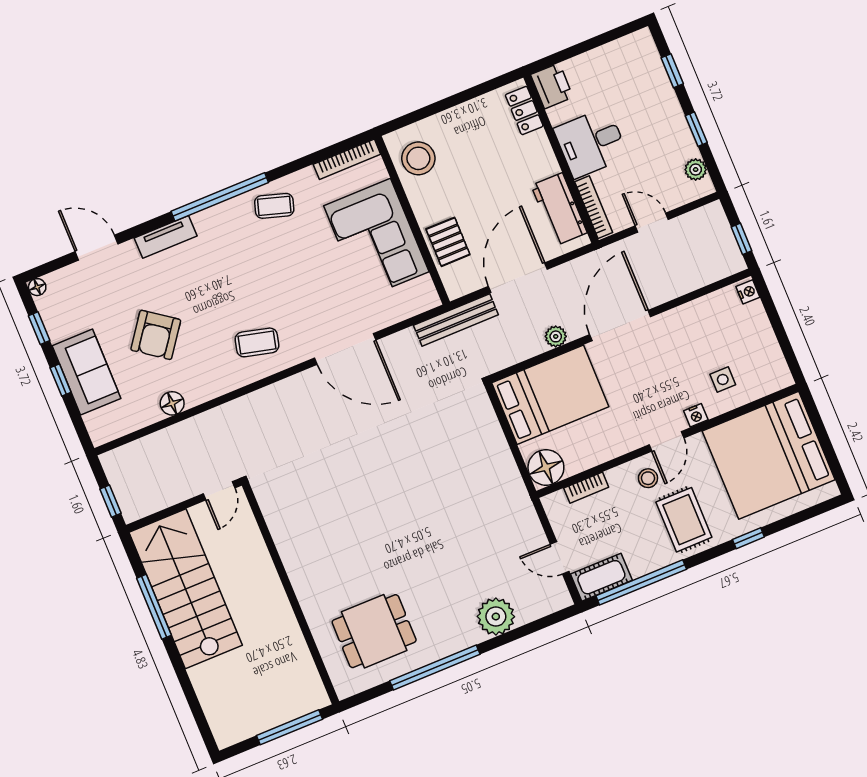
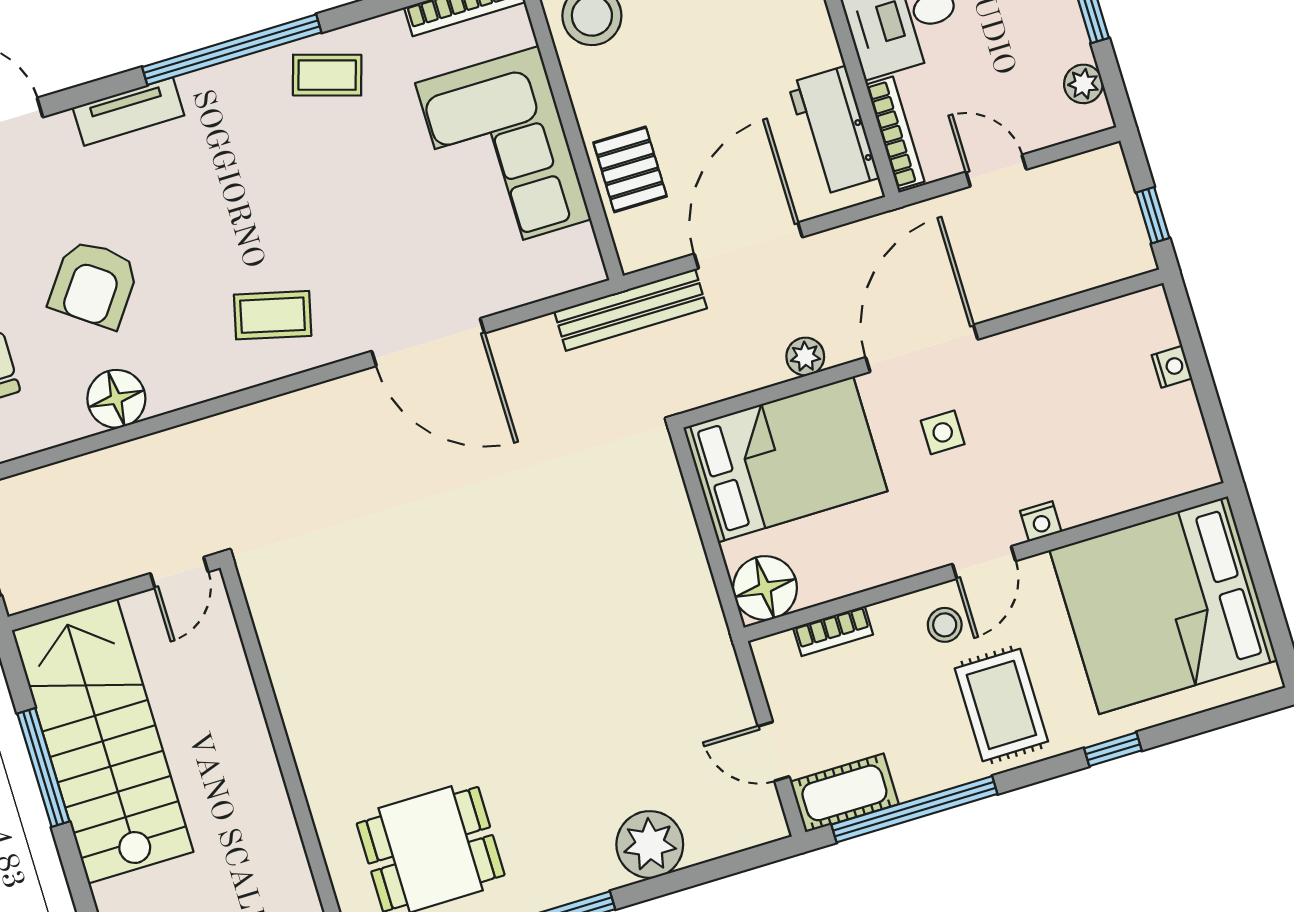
nightstand: (748, 292) -> (1172, 367), moved
side table: (723, 380) -> (943, 432), moved
floor lamp: (172, 403) -> (116, 399), width x1.38, depth x1.38

